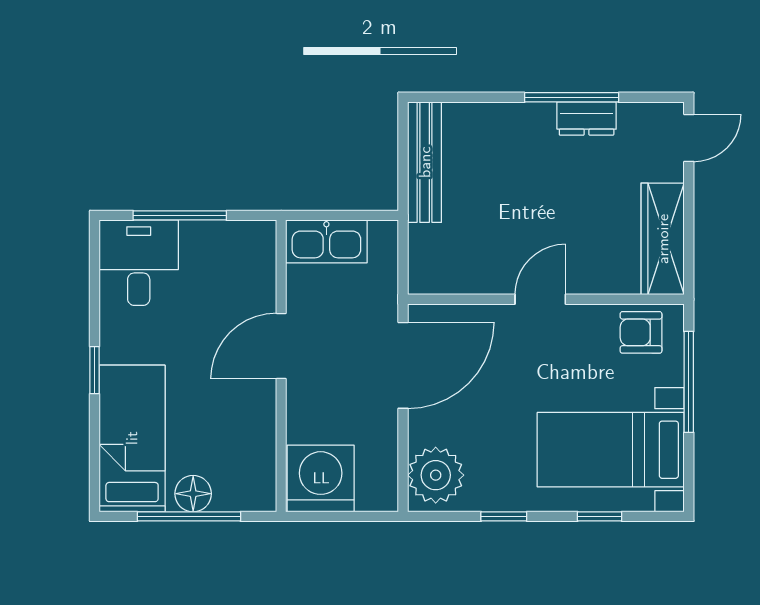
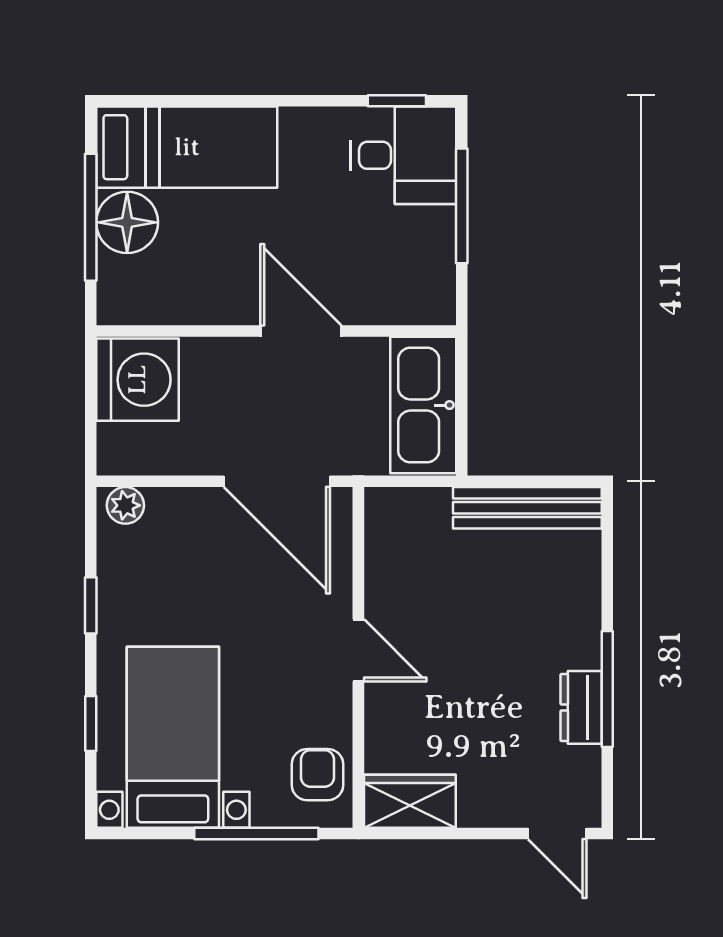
wardrobe: (663, 239) -> (410, 801), width x0.67
kitchen sink: (326, 241) -> (423, 405), width x1.36, depth x1.24
window: (94, 370) -> (397, 101), moved
plant: (436, 475) -> (125, 505), width x0.53, depth x0.53
floor lamp: (193, 494) -> (127, 222), width x1.38, depth x1.38

